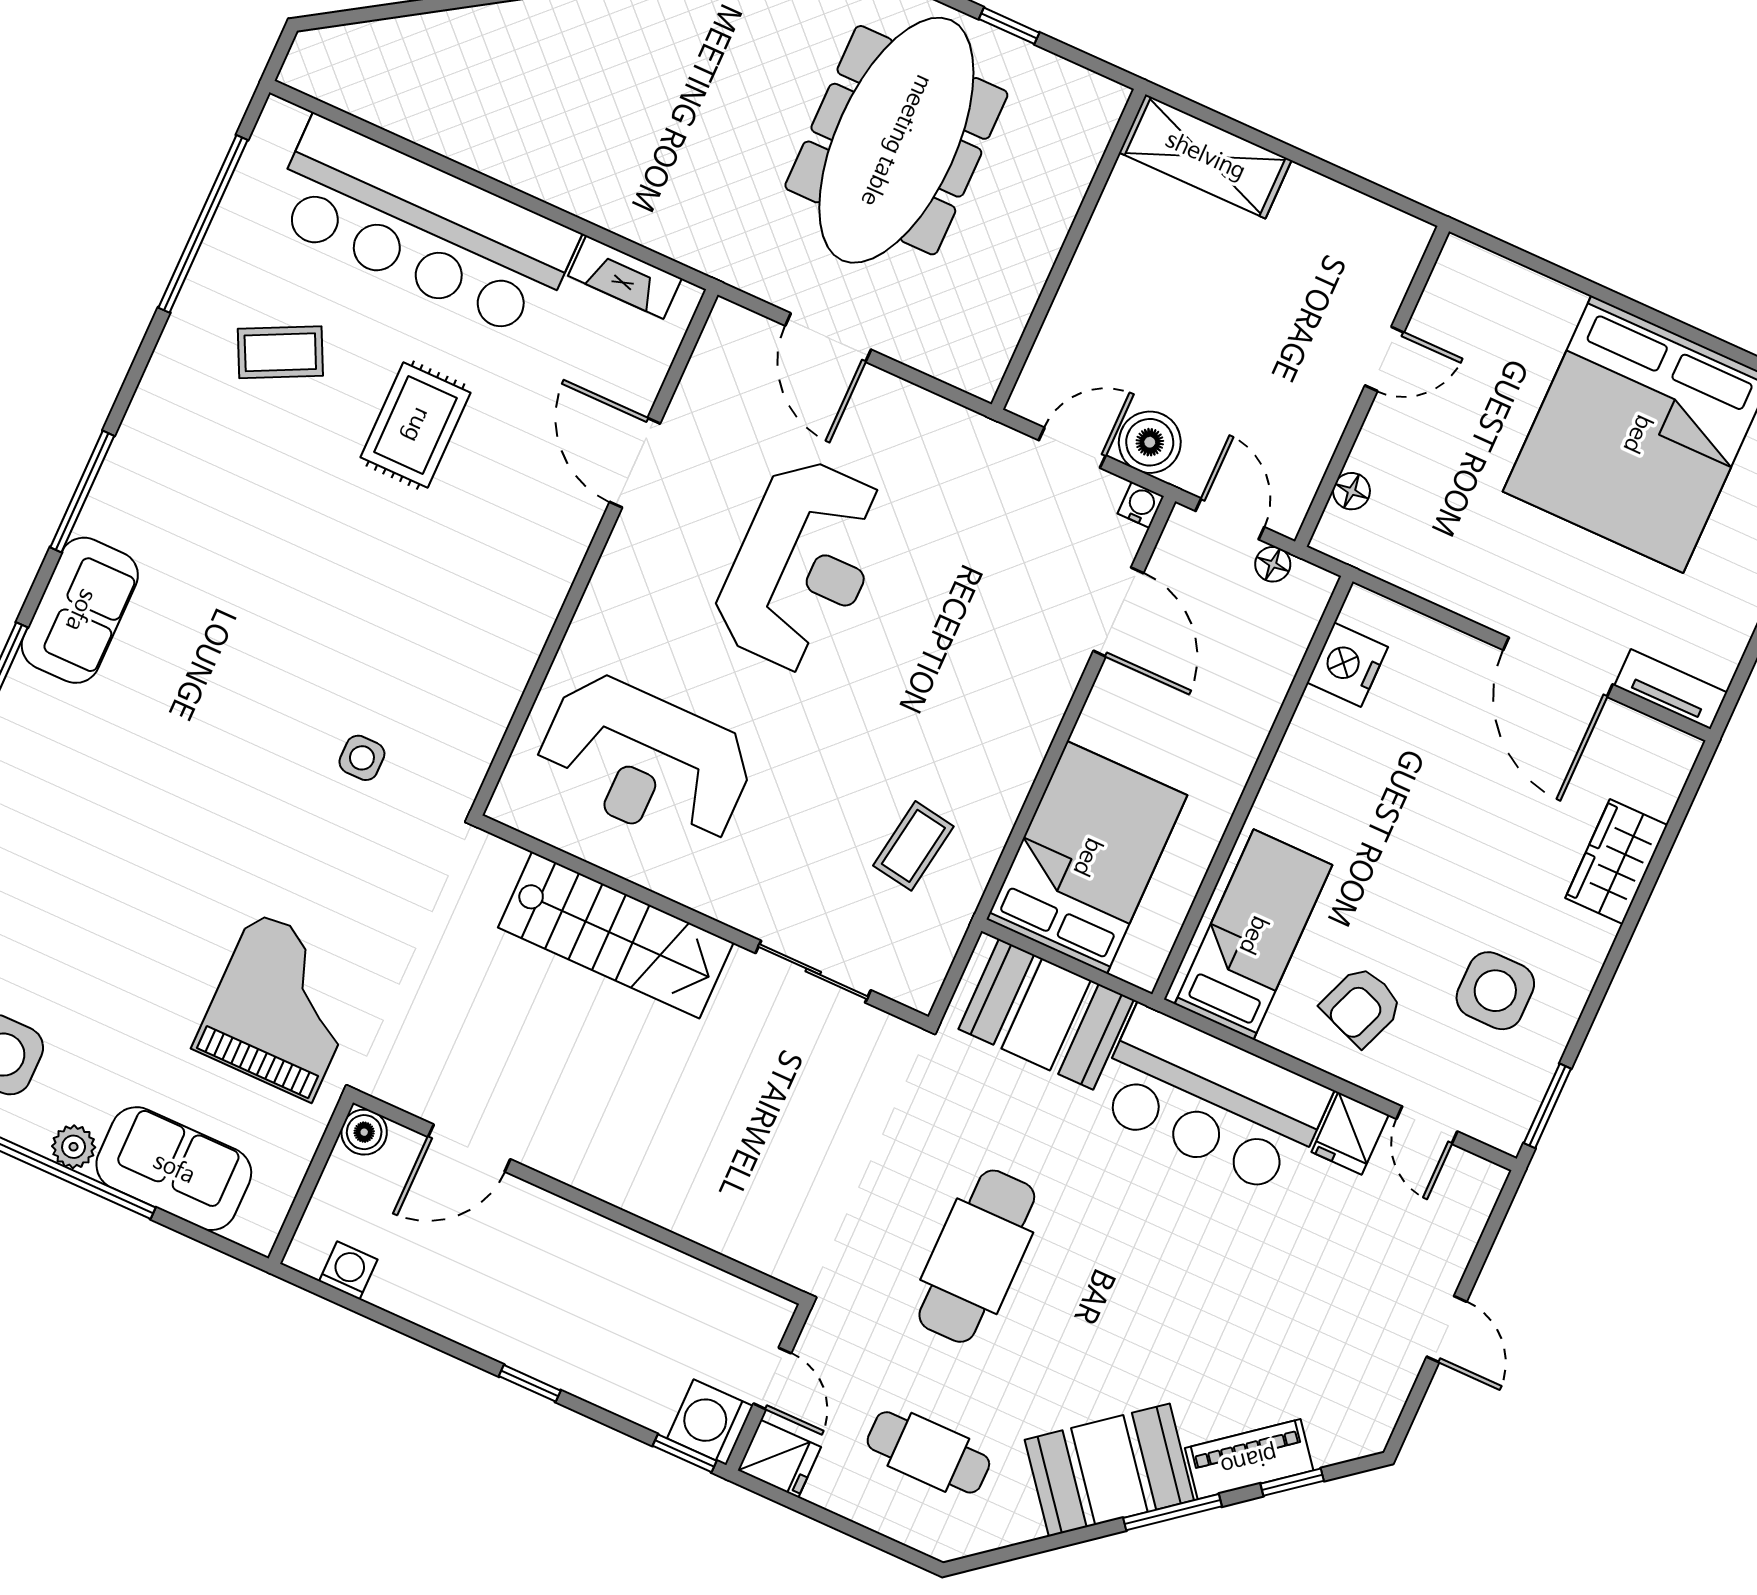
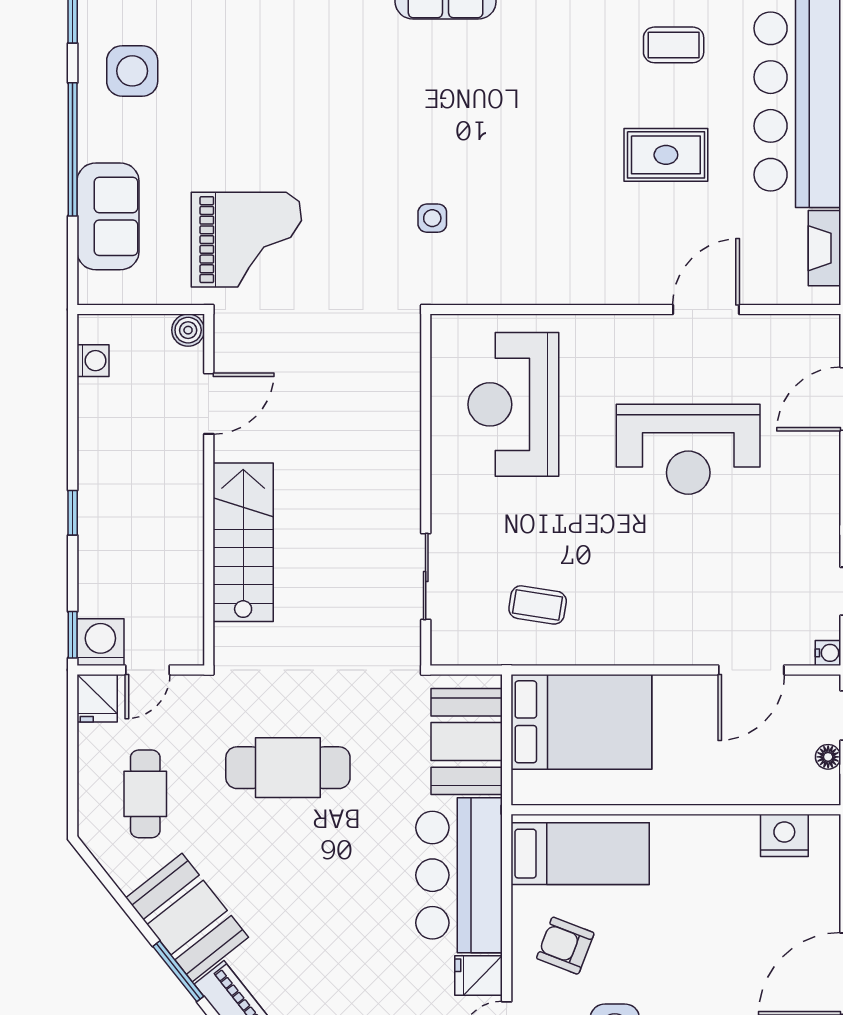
coffee table: (280, 352) -> (674, 45), turned -64
stairs: (616, 935) -> (243, 542), moved, turned 180
plant: (74, 1147) -> (93, 144), removed
door: (469, 1148) -> (209, 404), swing flipped

